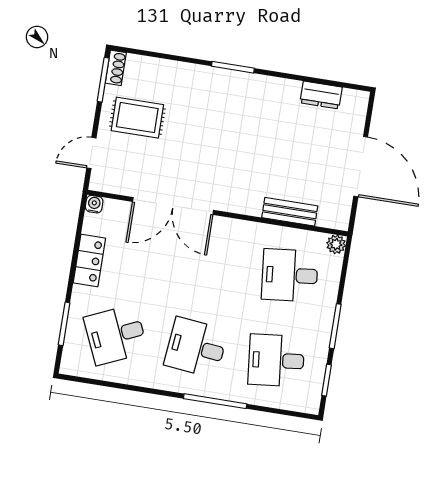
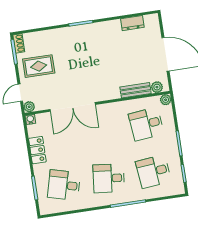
plant: (99, 182) -> (29, 107), added
plant: (328, 218) -> (157, 87), added
desk: (116, 335) -> (64, 185), turned 39

